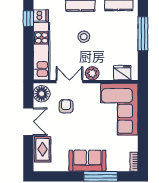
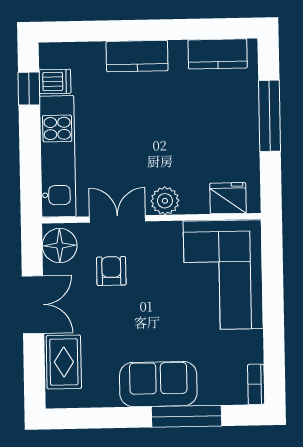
stool: (84, 37) -> (146, 124), removed

